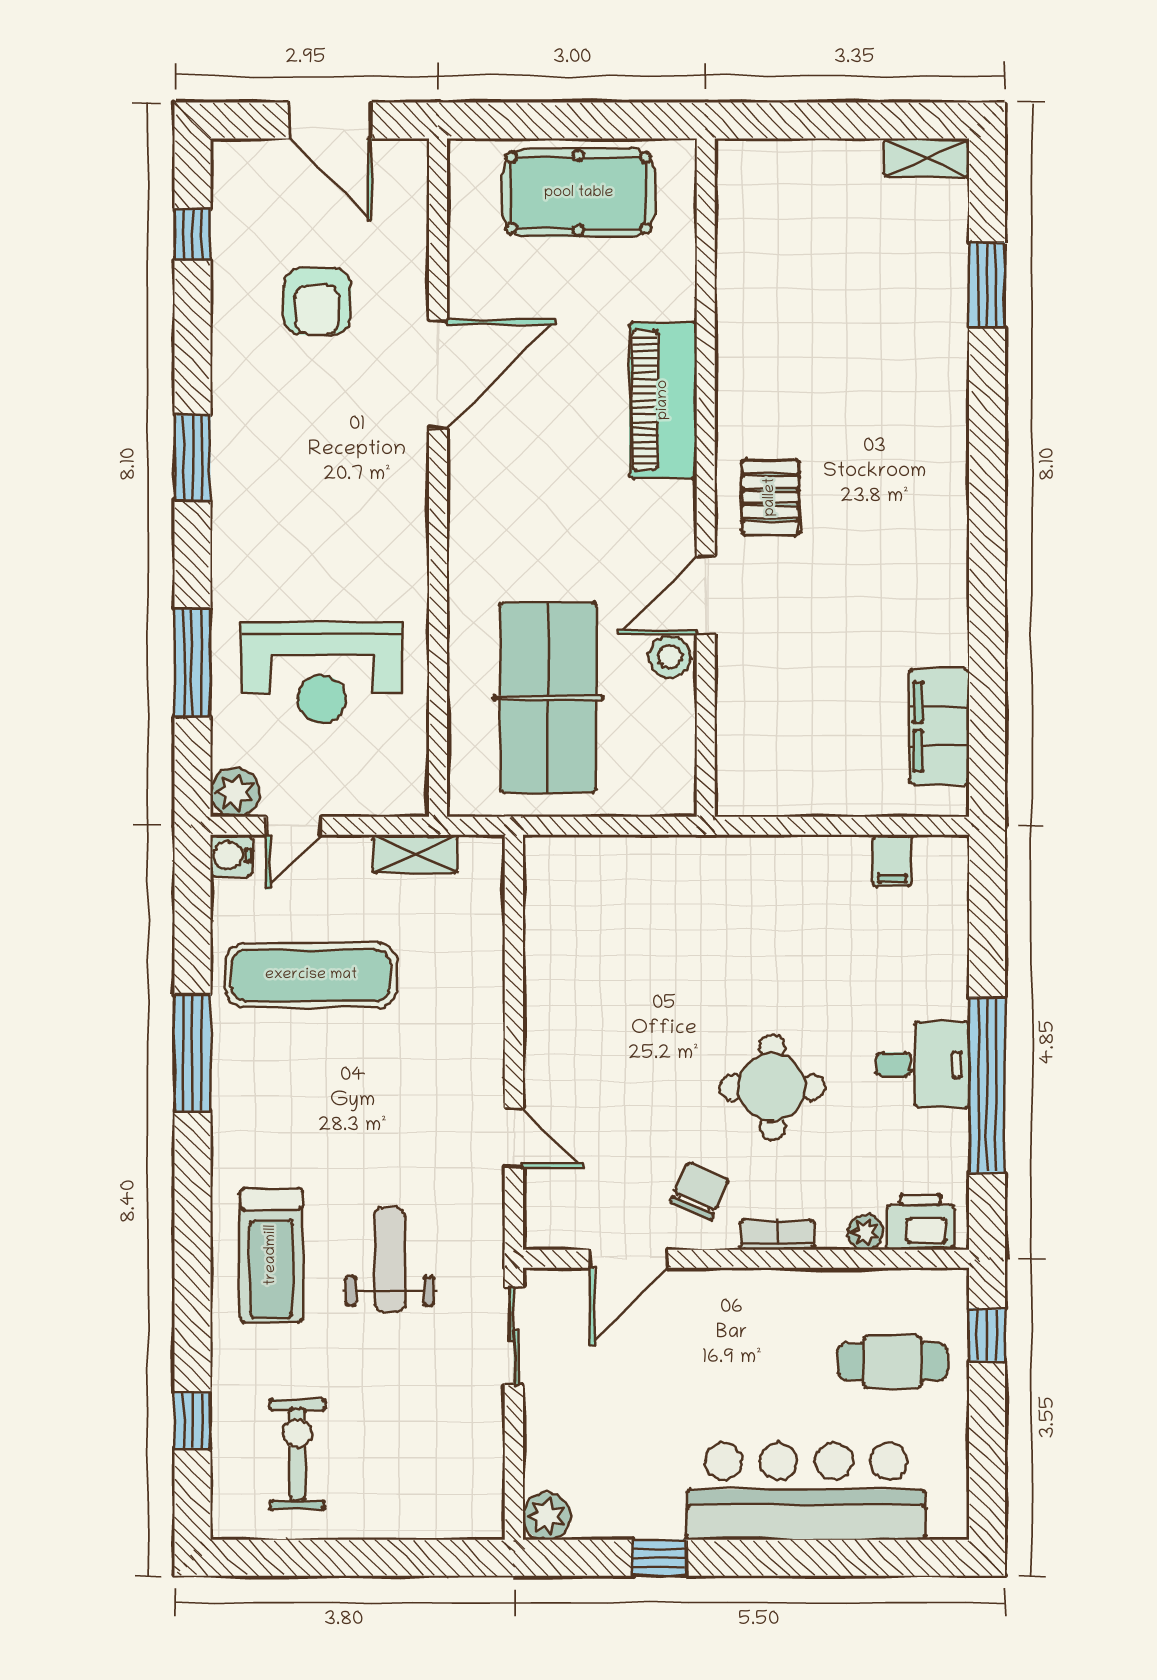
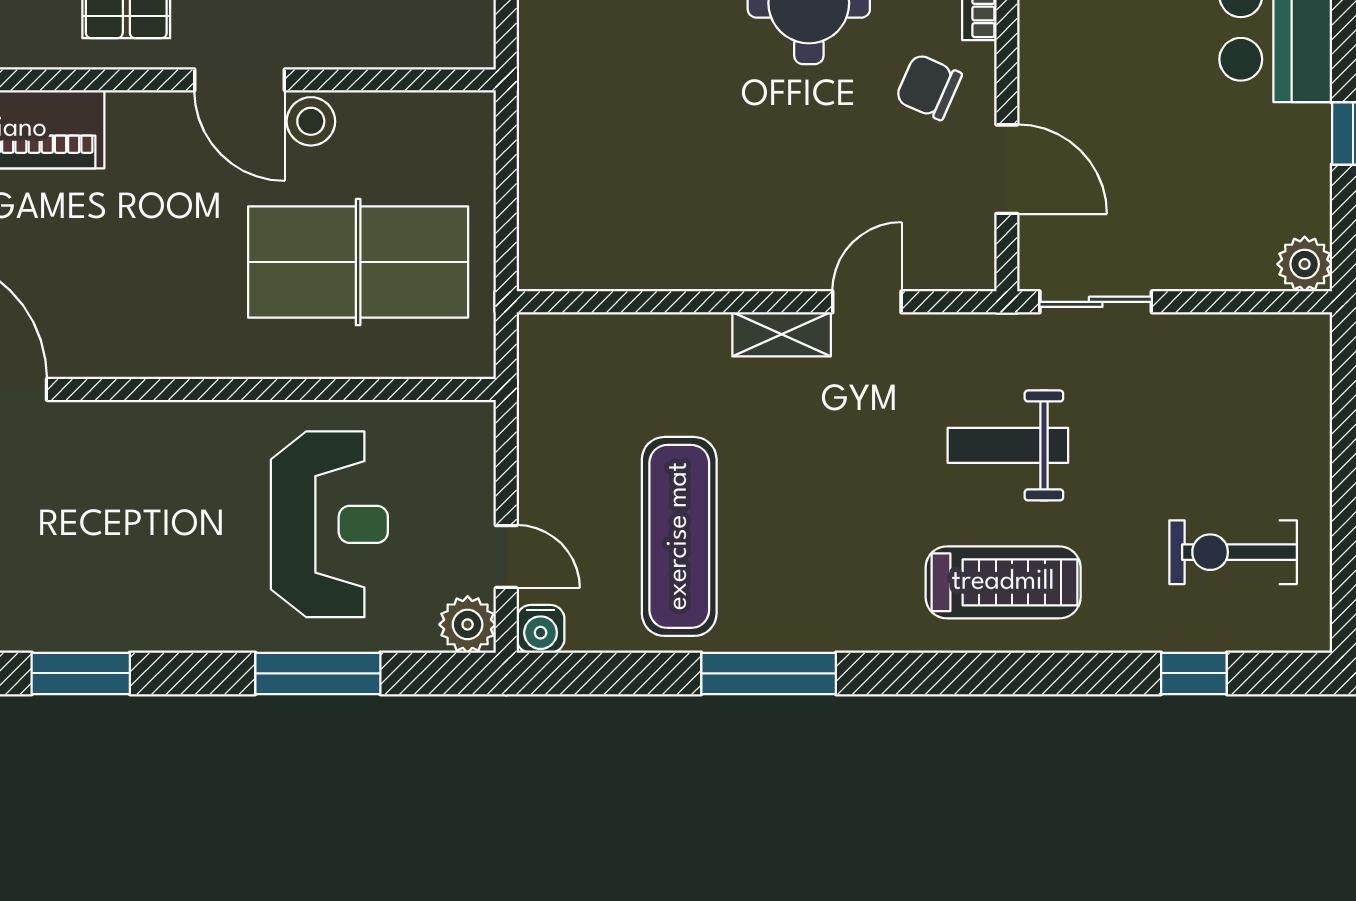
shelving: (415, 854) -> (782, 334), moved, turned 90

